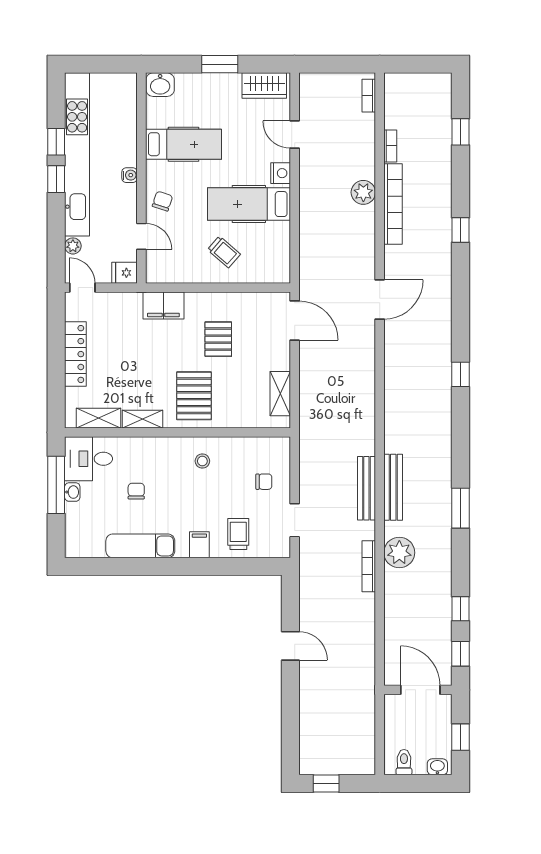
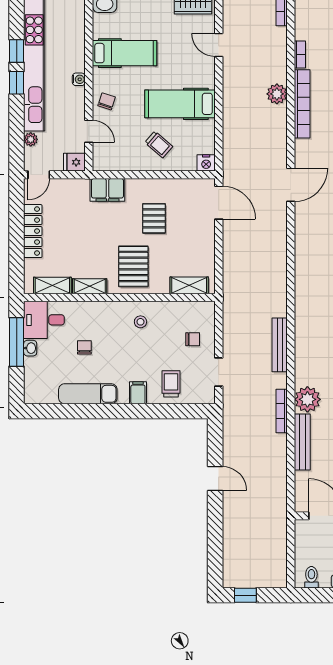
nightstand: (281, 173) -> (206, 163), moved, turned 90
door: (82, 288) -> (39, 175), swing flipped
shelving: (280, 394) -> (189, 285), moved, turned 90
bench: (393, 487) -> (302, 442), moved

